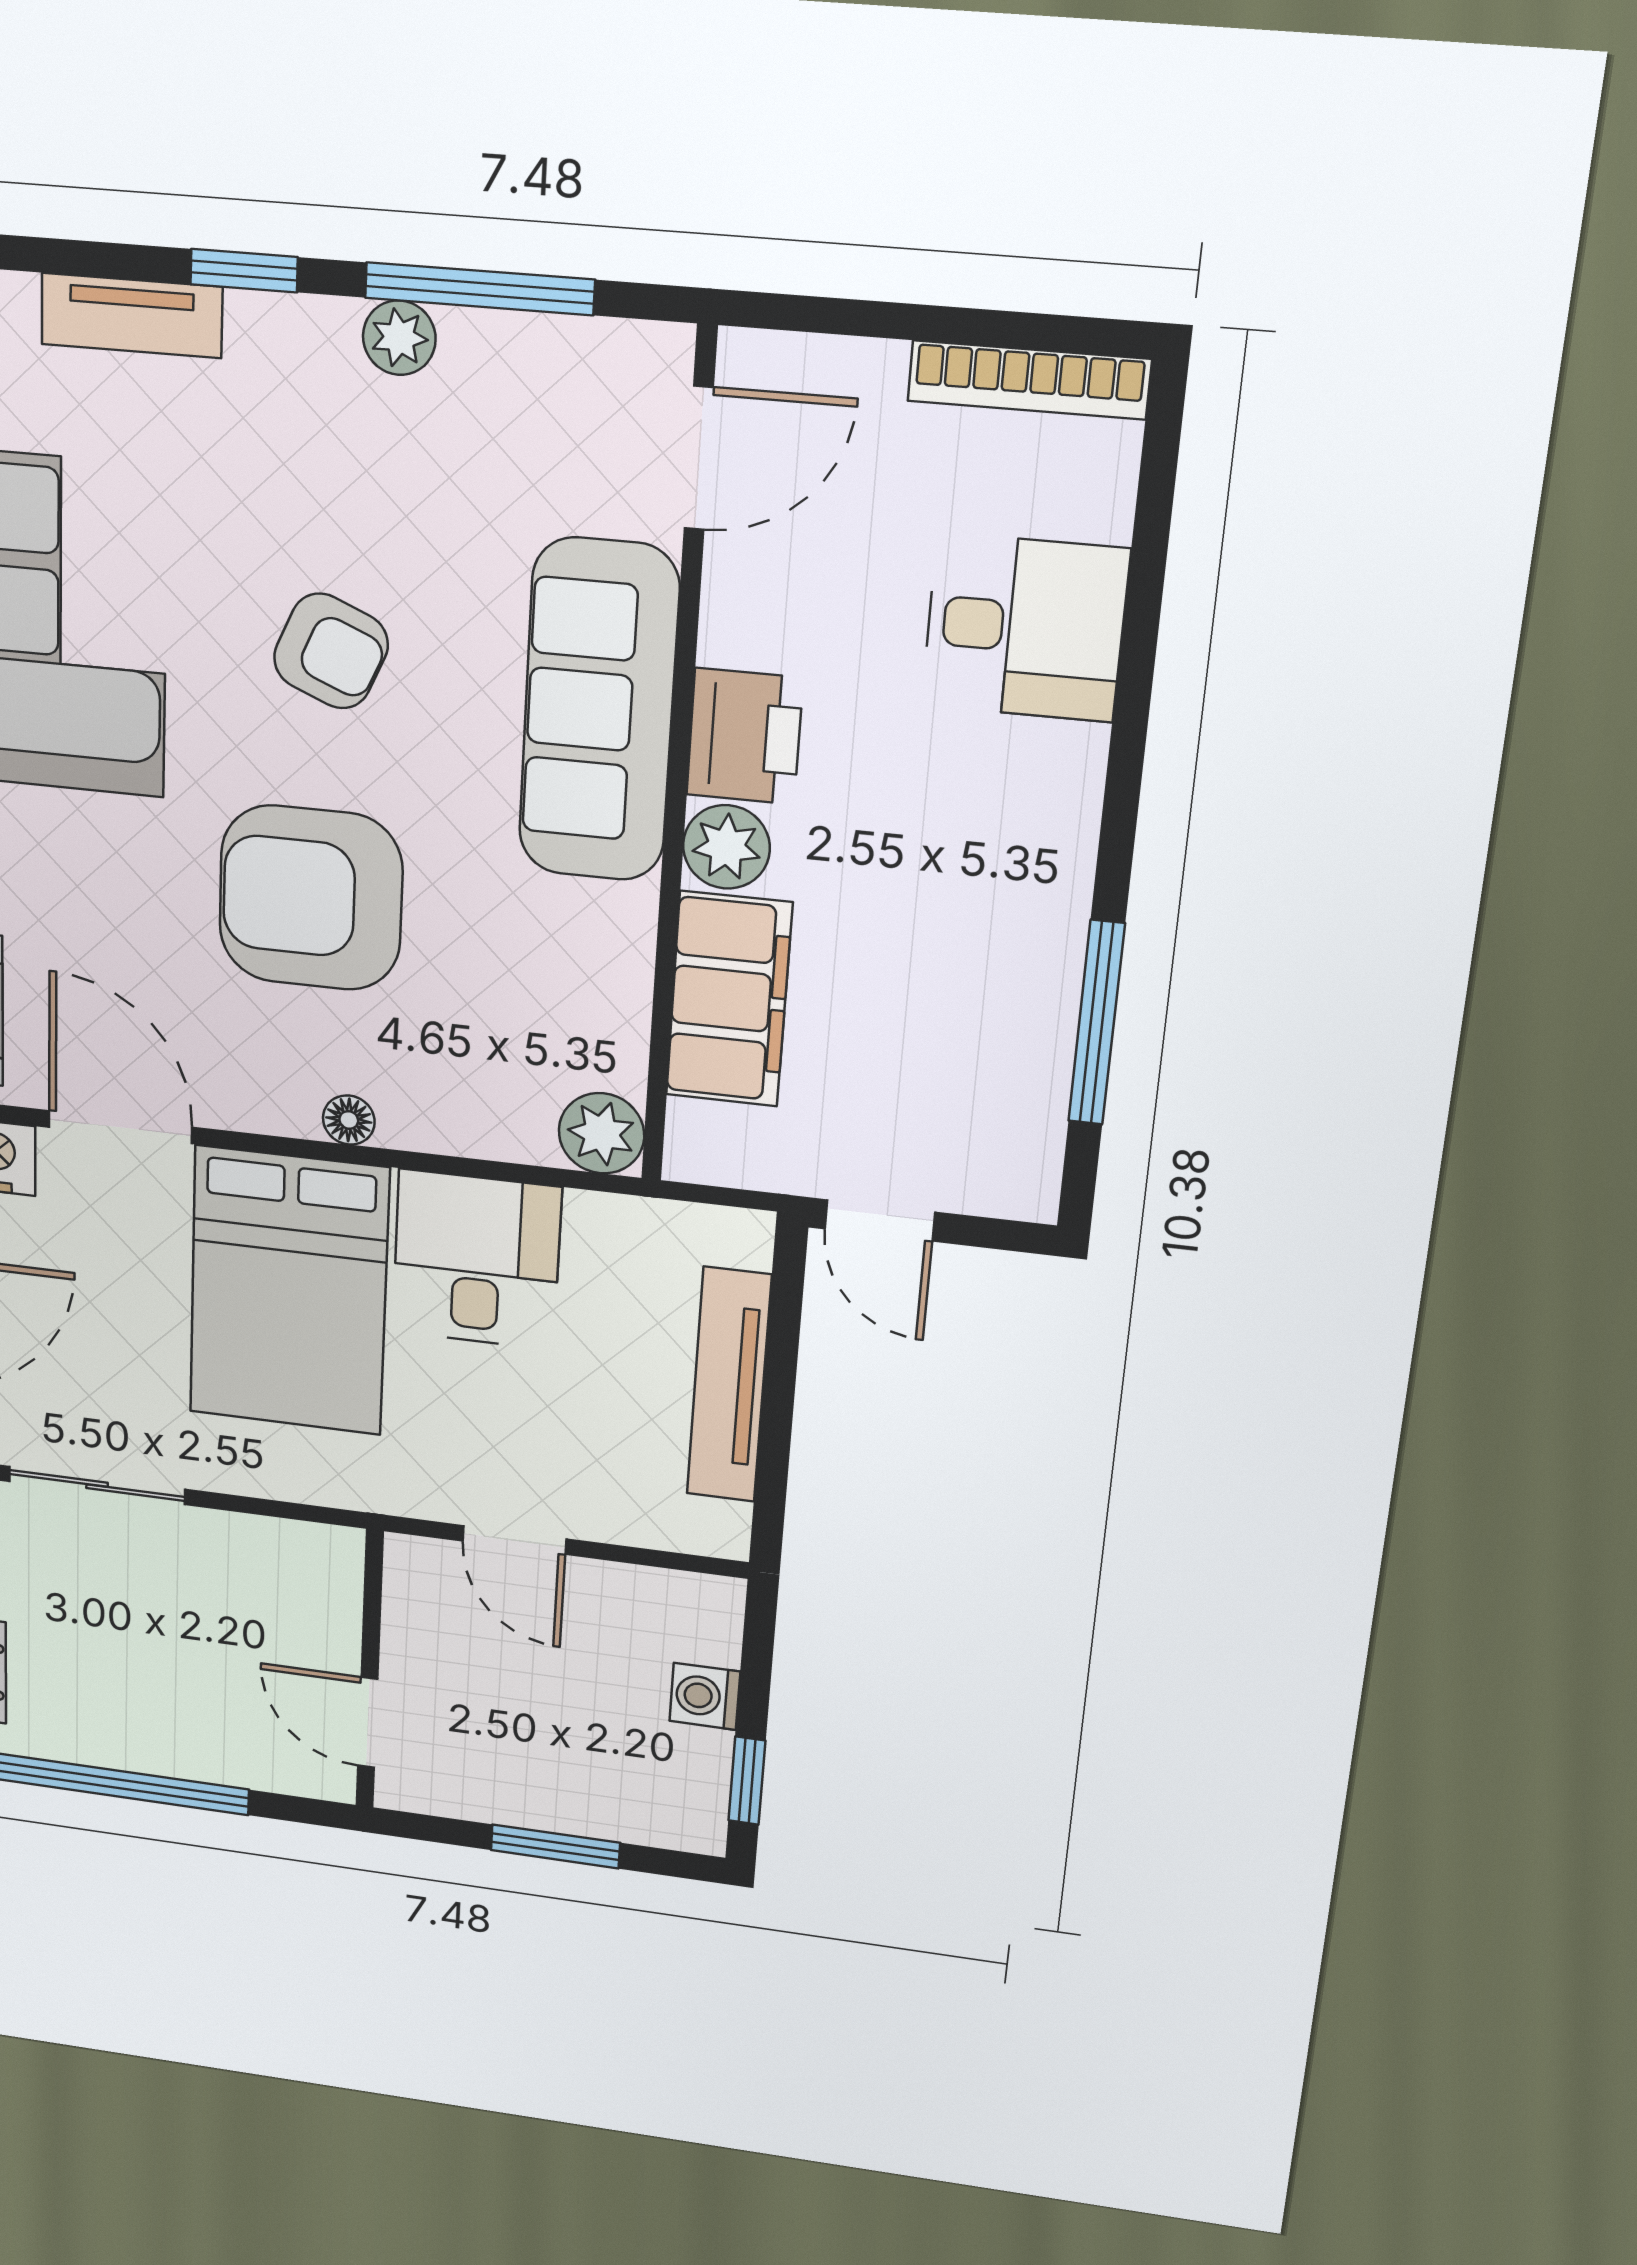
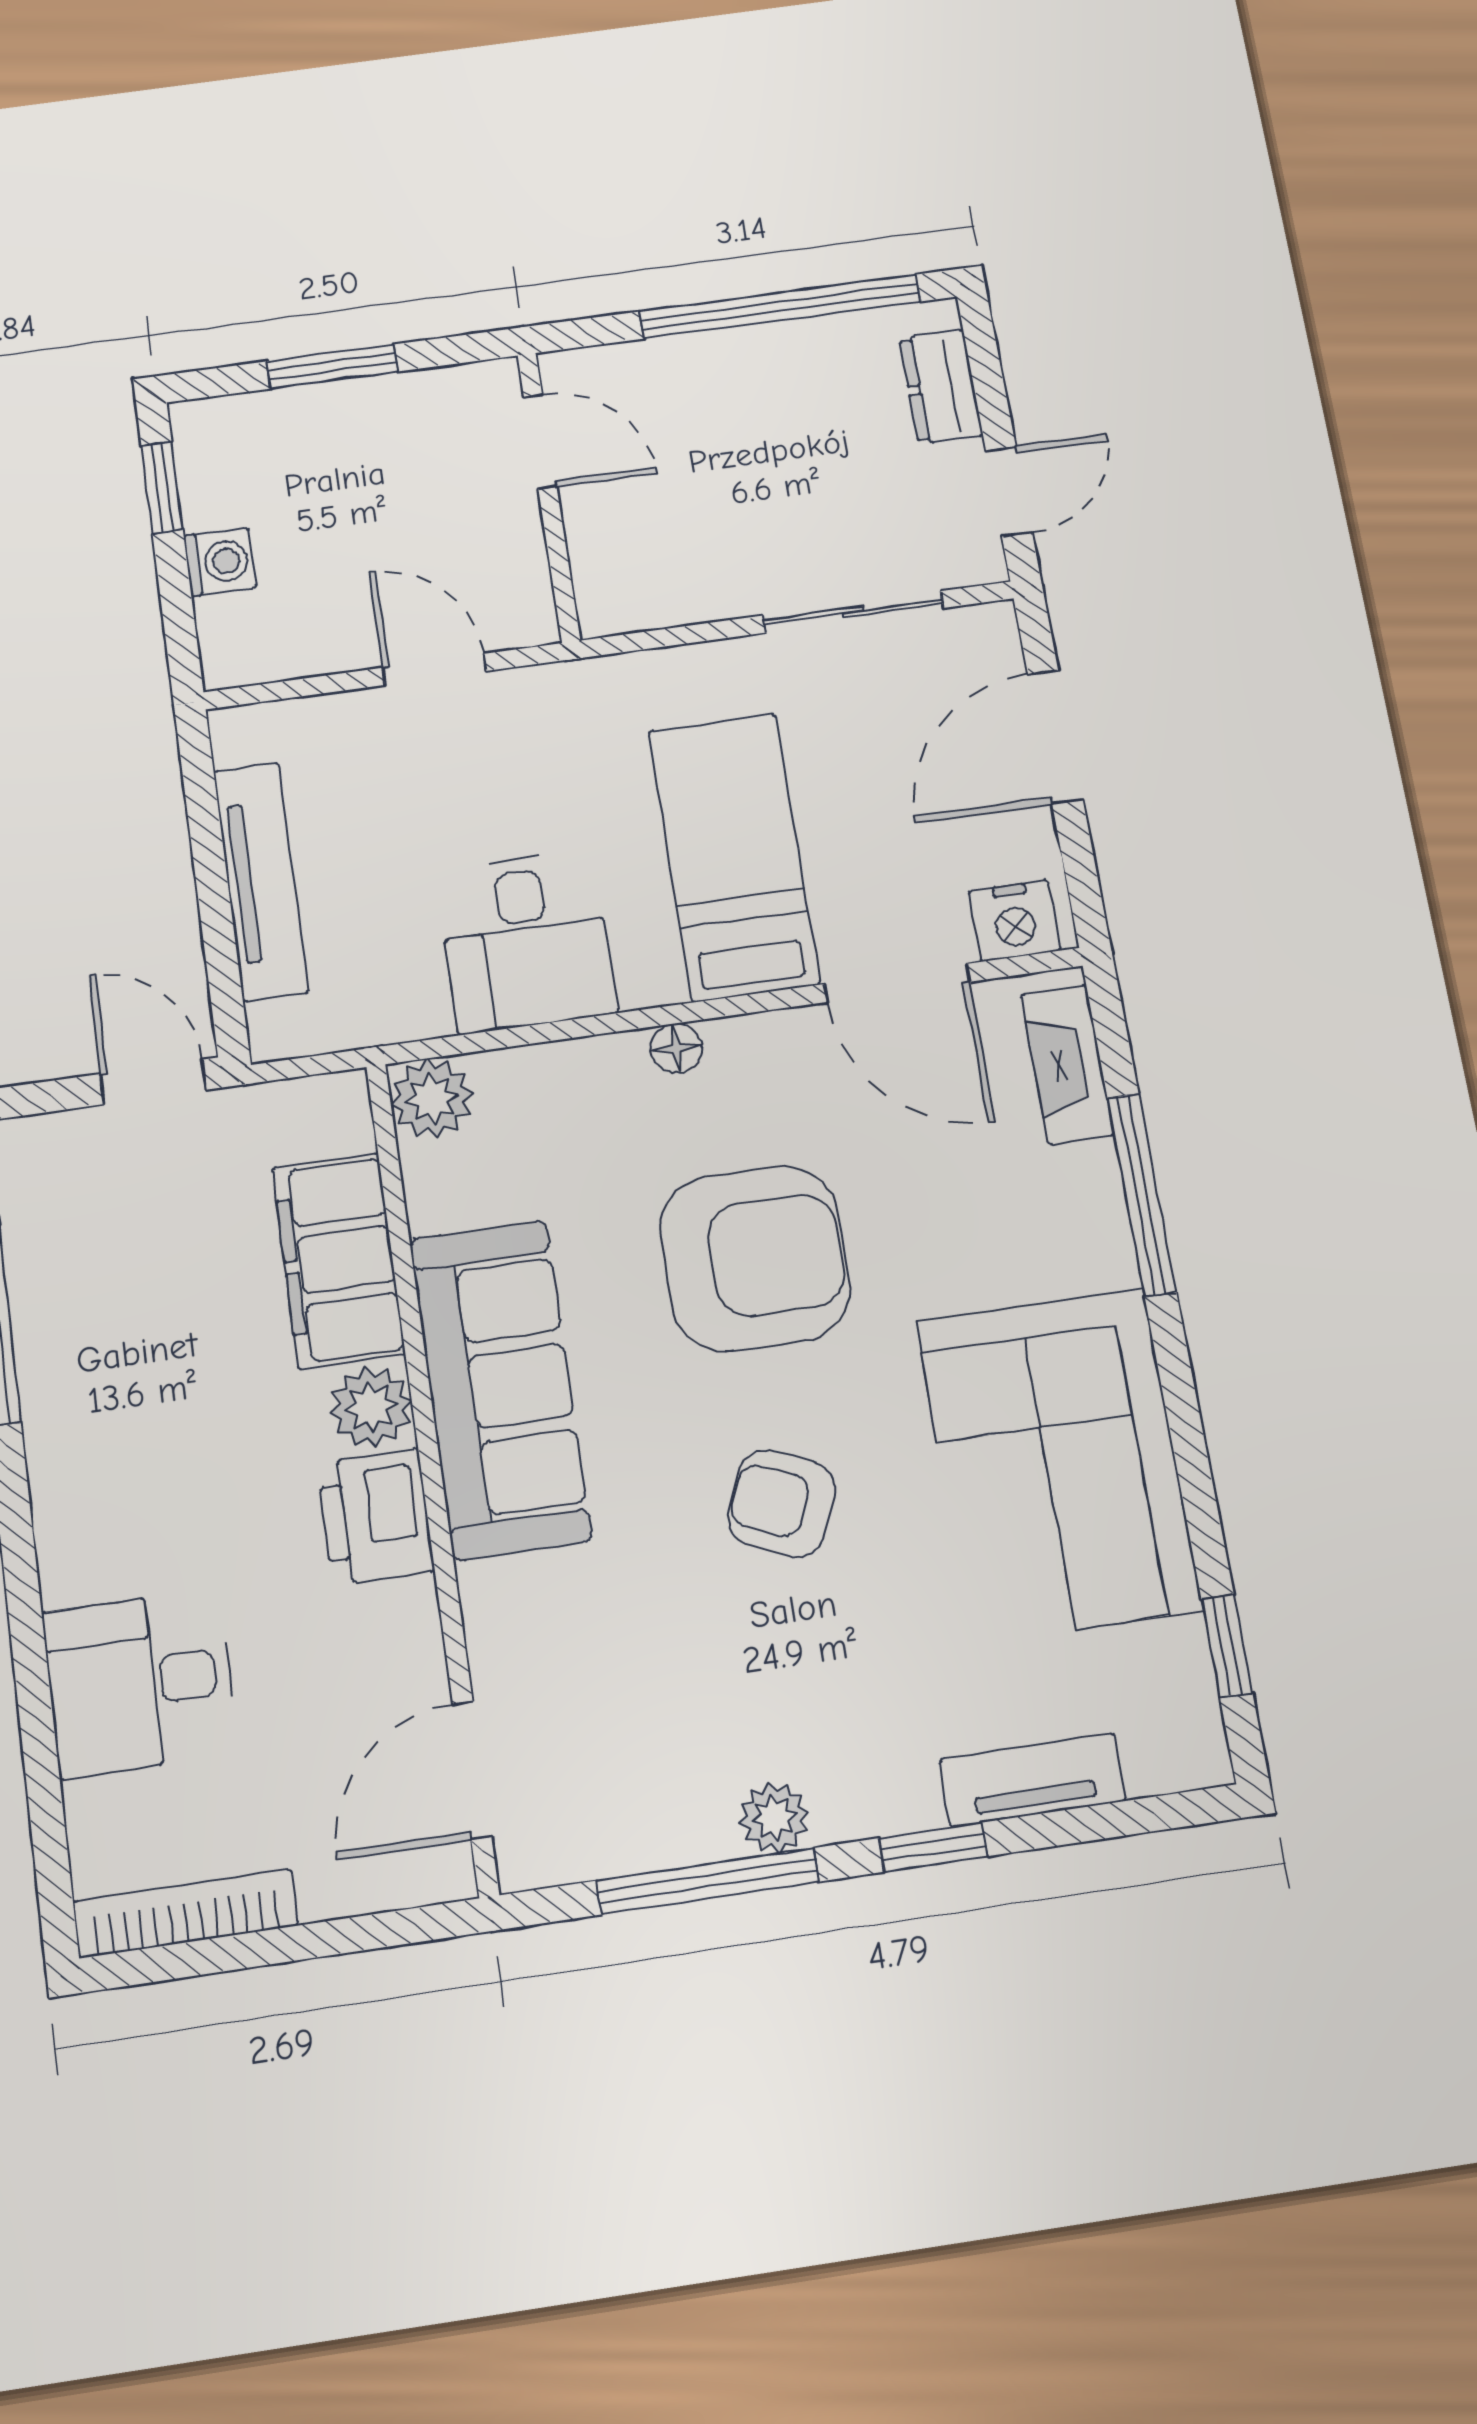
sofa: (599, 711) -> (500, 1389), moved
bed: (288, 1291) -> (734, 857), width x0.67

